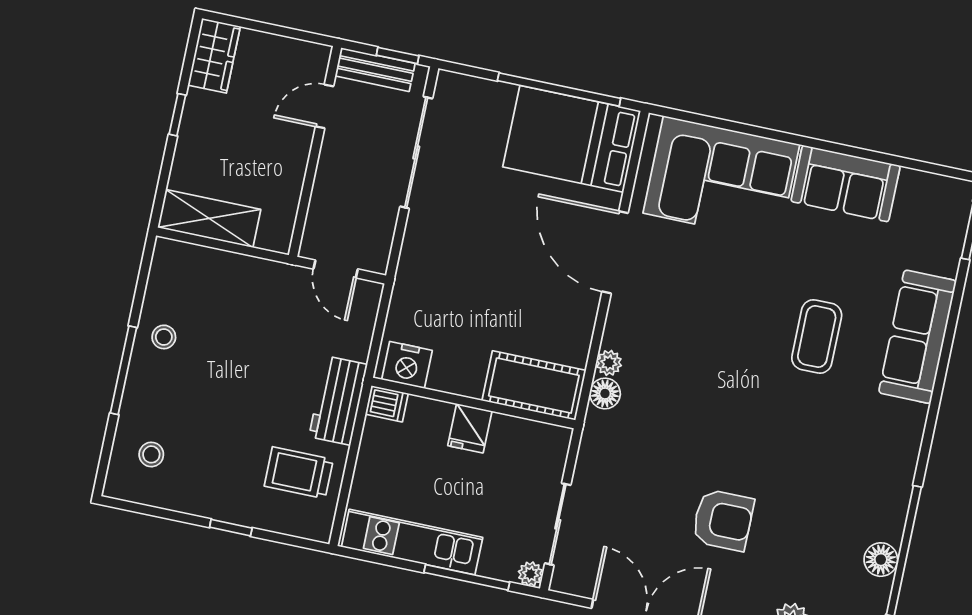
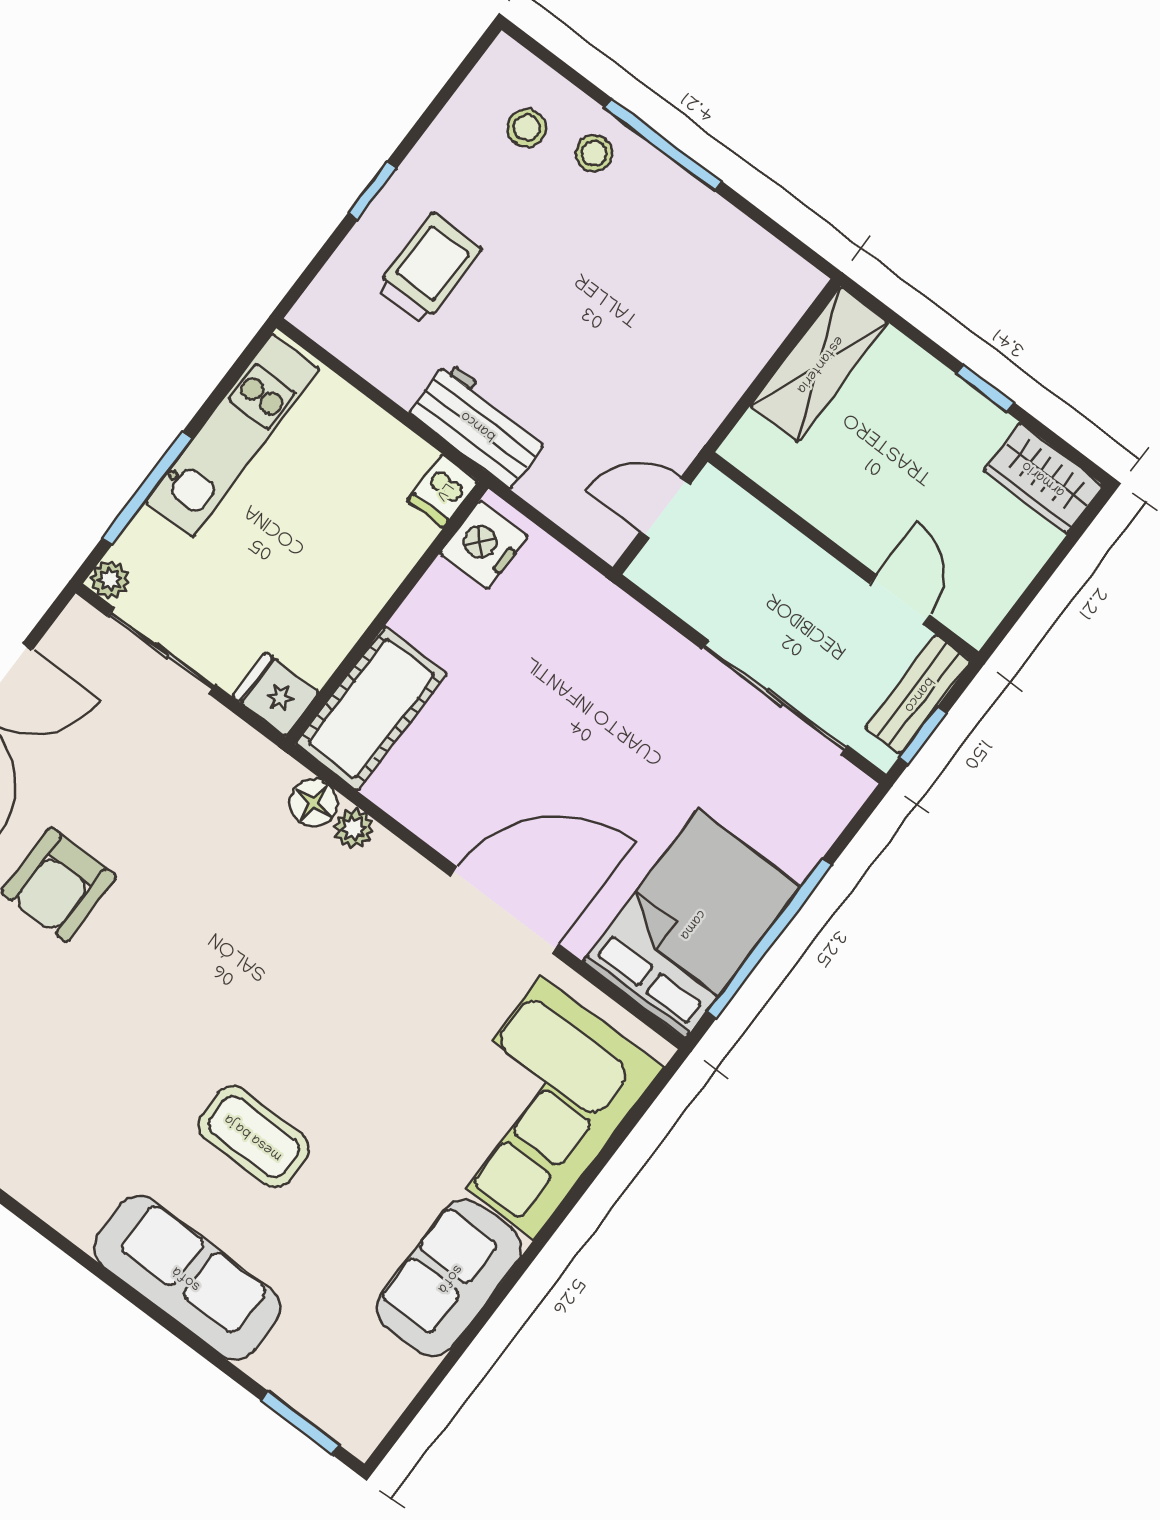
stool: (164, 337) -> (594, 153), moved
fridge: (470, 428) -> (276, 694), moved
trolley: (299, 473) -> (428, 269), moved

